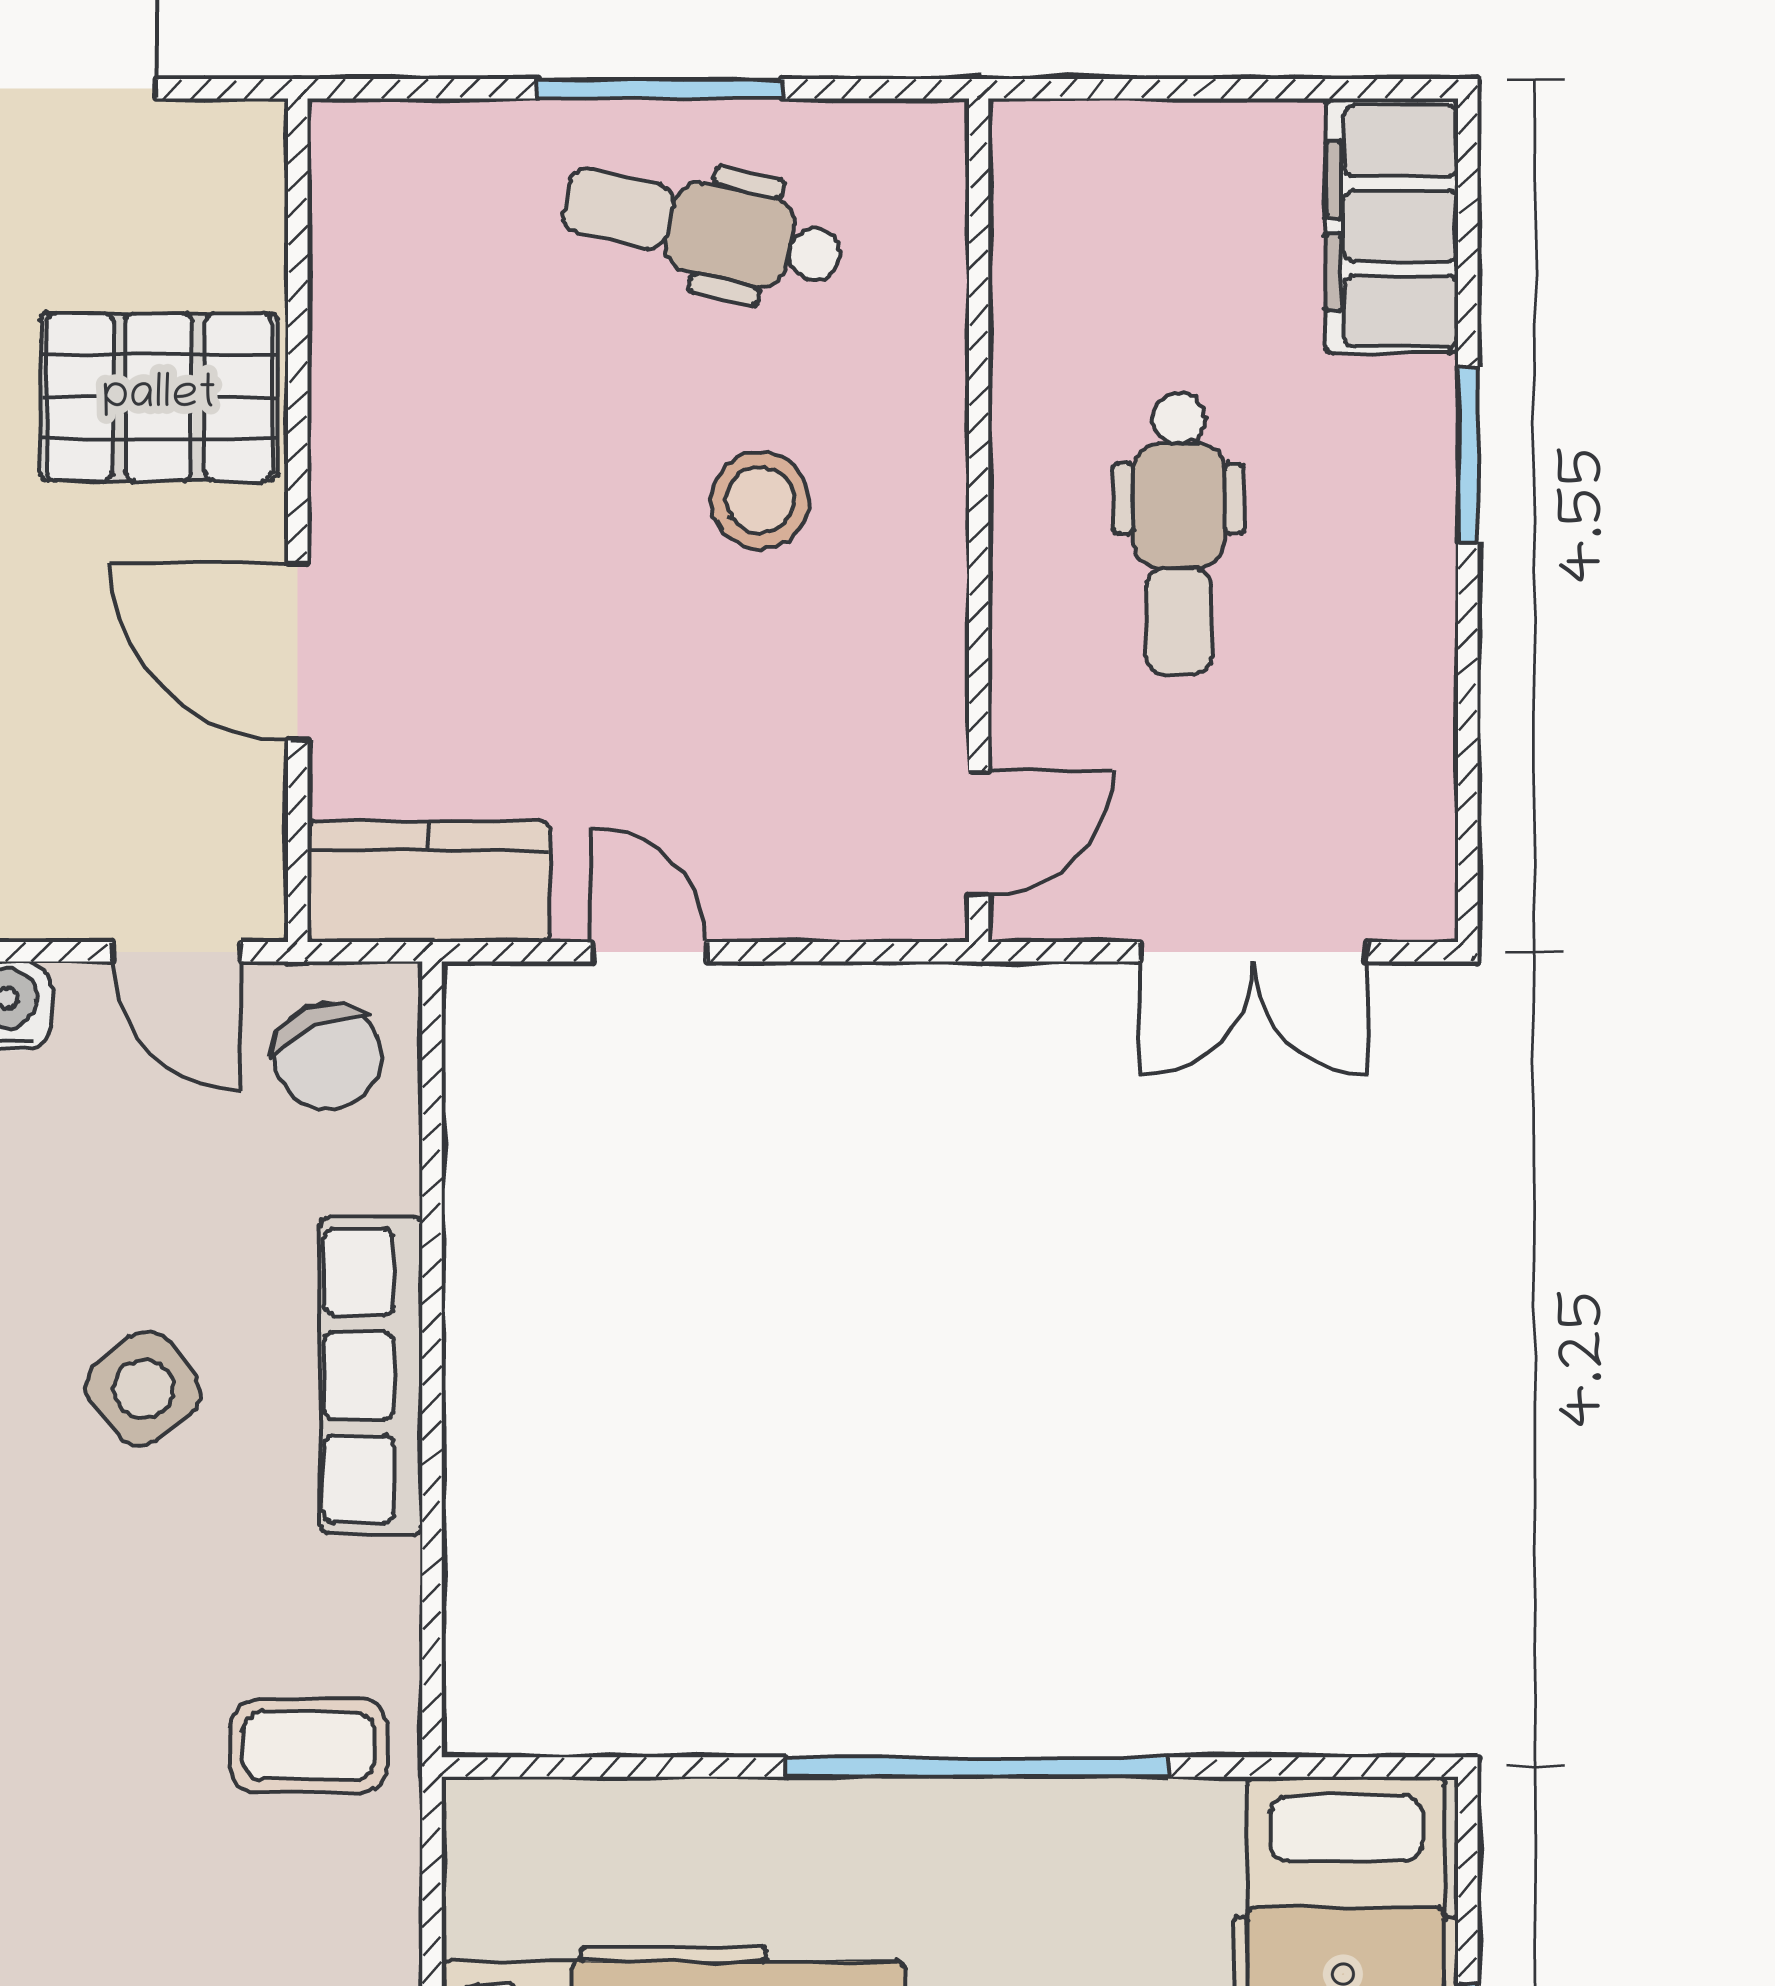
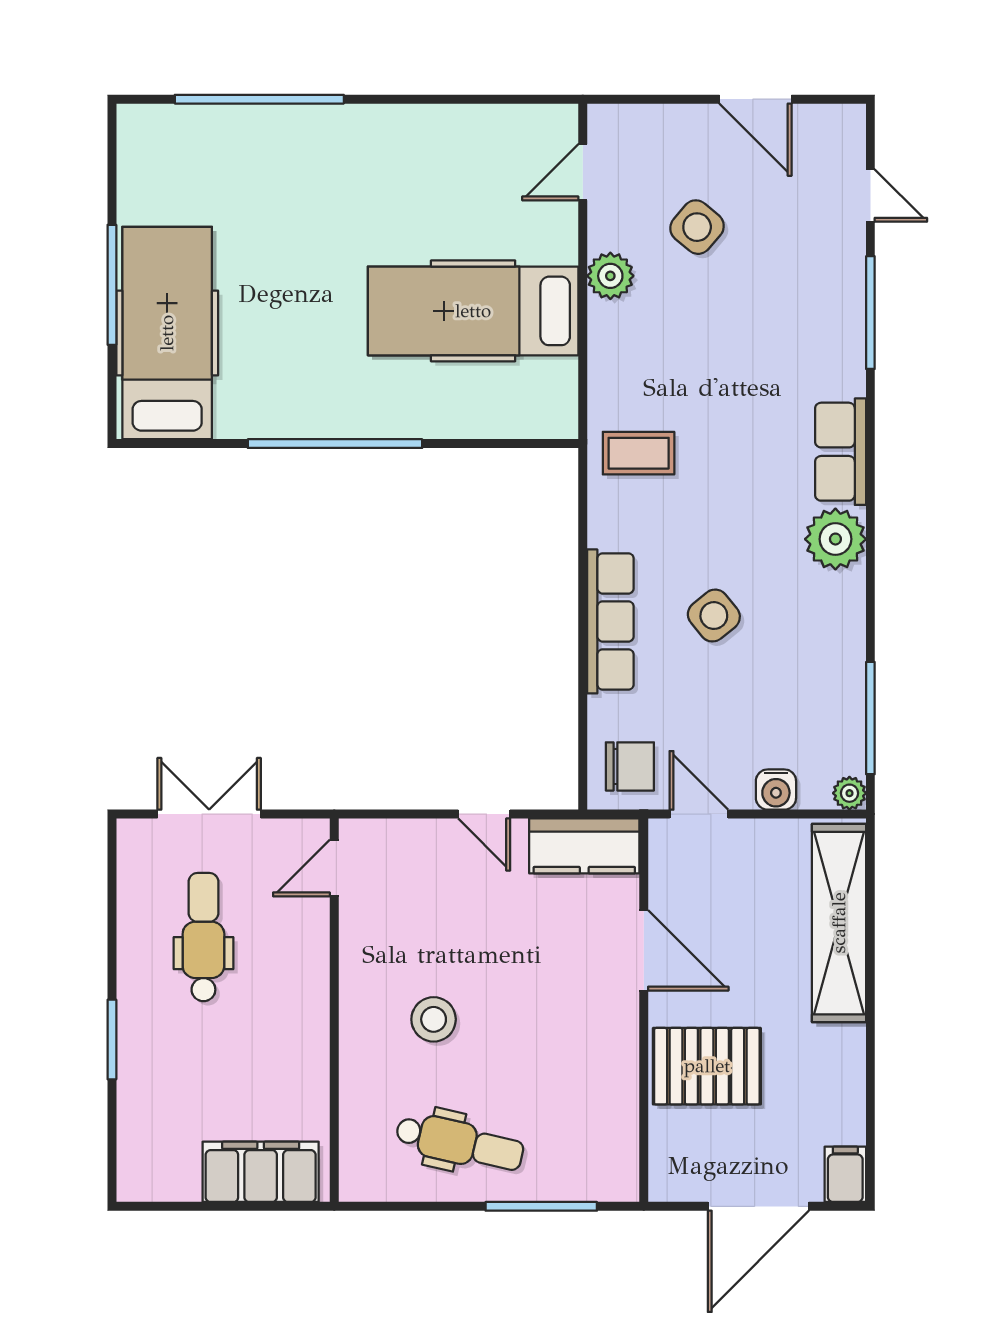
window: (660, 89) -> (541, 1206), moved
filing cabinet: (1392, 226) -> (261, 1172), moved, turned -90
dental chair: (1179, 534) -> (203, 937), moved
chair: (328, 1057) -> (630, 766), turned 114

